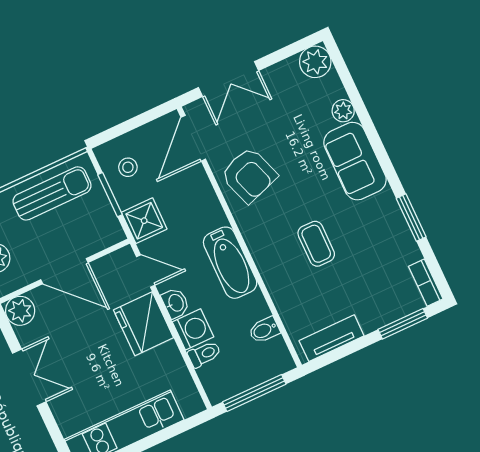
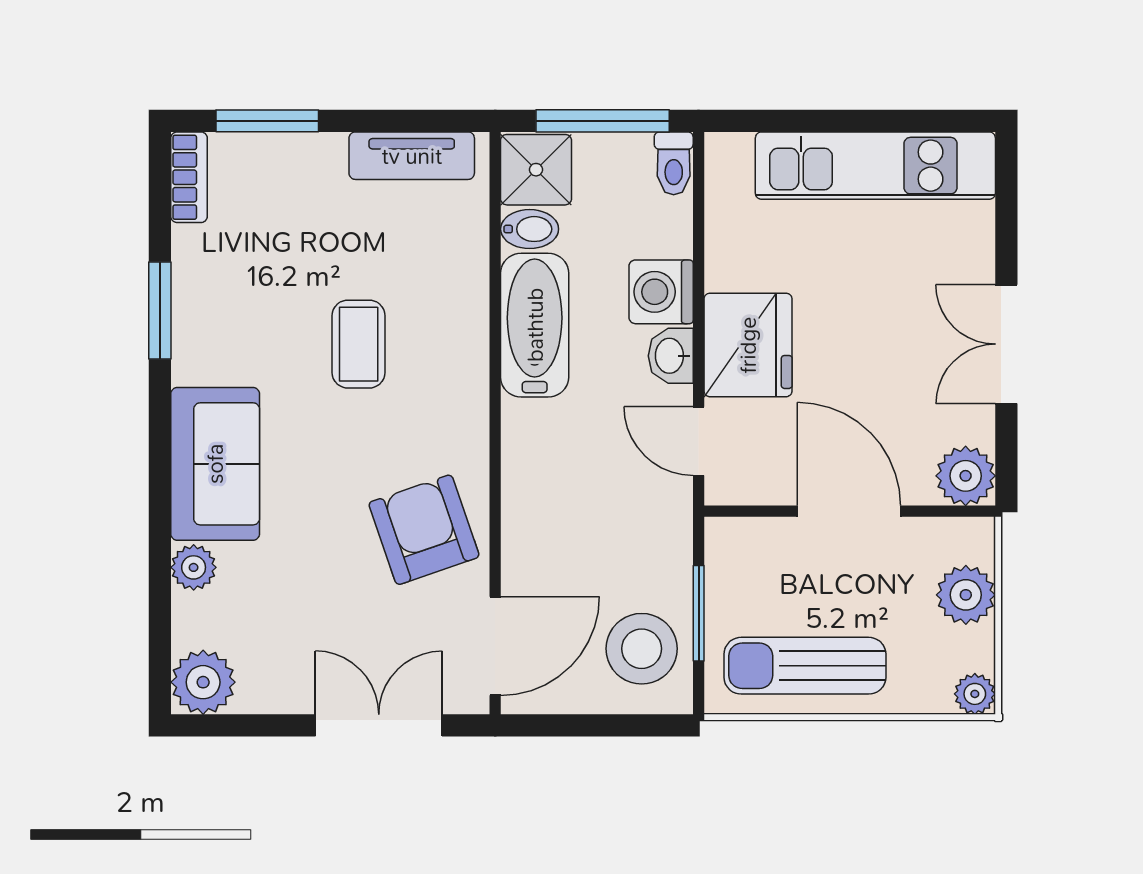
stool: (128, 167) -> (642, 649), width x1.89, depth x1.89
shower: (144, 221) -> (536, 170), moved
bathtub: (230, 263) -> (535, 325), moved
toilet: (204, 354) -> (674, 163), moved, turned -90

